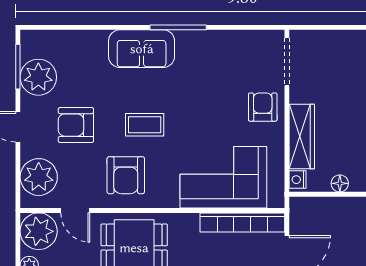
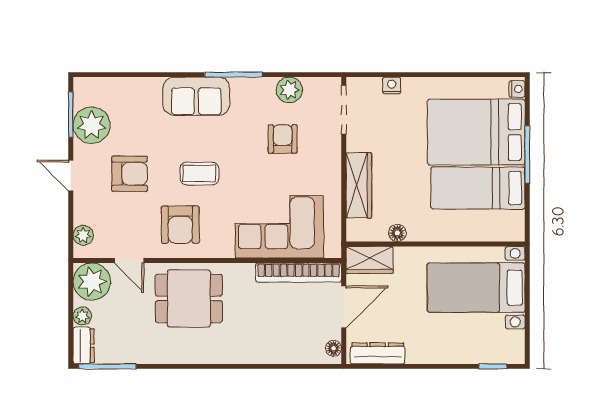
plant: (233, 42) -> (289, 90), added
armchair: (263, 107) -> (283, 139), moved
armchair: (76, 125) -> (130, 174), turned 180
plant: (39, 177) -> (83, 235), width x0.53, depth x0.53
nightstand: (298, 180) -> (392, 85), moved, turned 90
wardrobe: (312, 210) -> (370, 260), added

